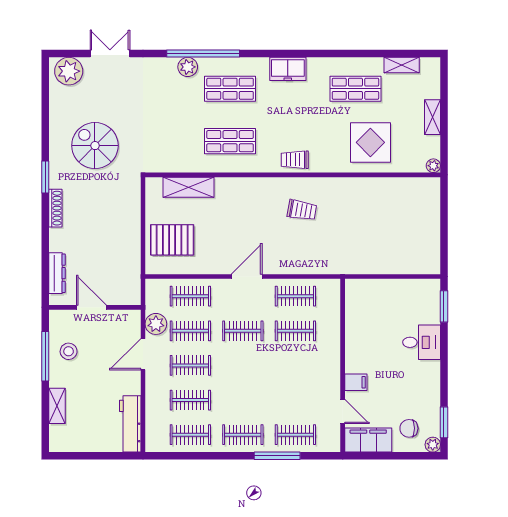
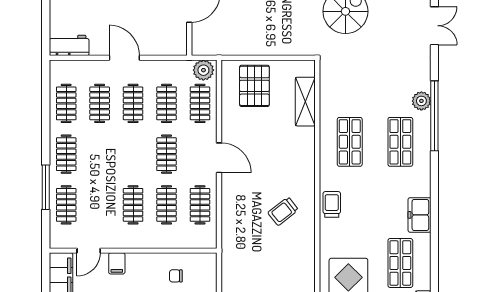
freezer: (288, 69) -> (419, 215), moved
trolley: (302, 210) -> (283, 211), turned 42
chair: (369, 321) -> (176, 276), added
plant: (156, 324) -> (203, 70), moved
door: (143, 354) -> (124, 58), moved
clothes rail: (295, 365) -> (133, 205), added
workbench: (130, 424) -> (69, 45), width x0.73

